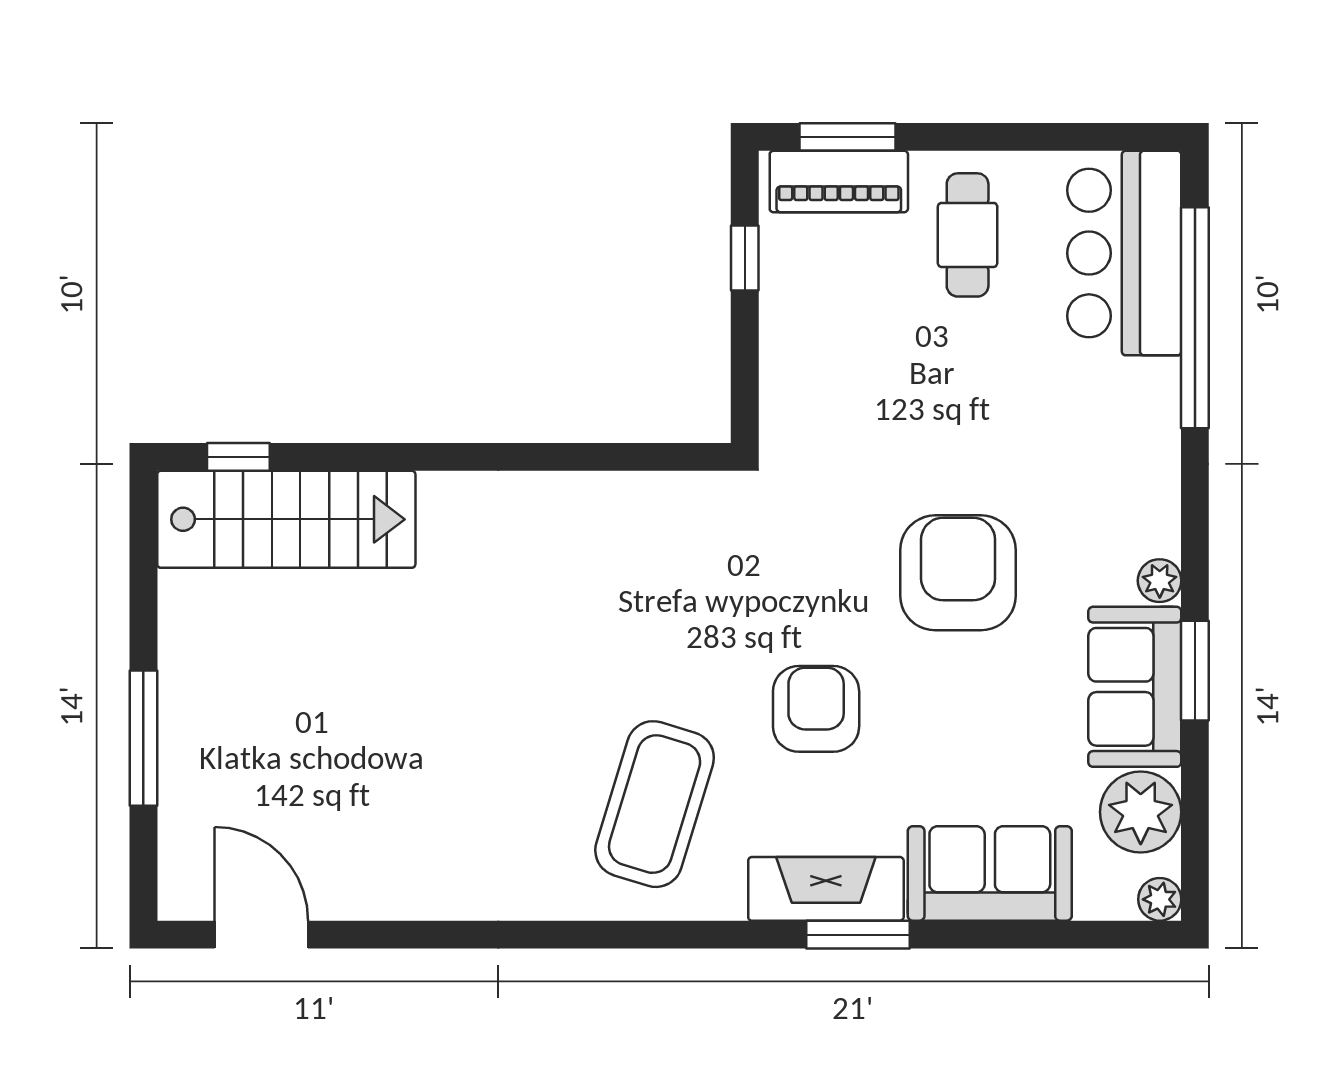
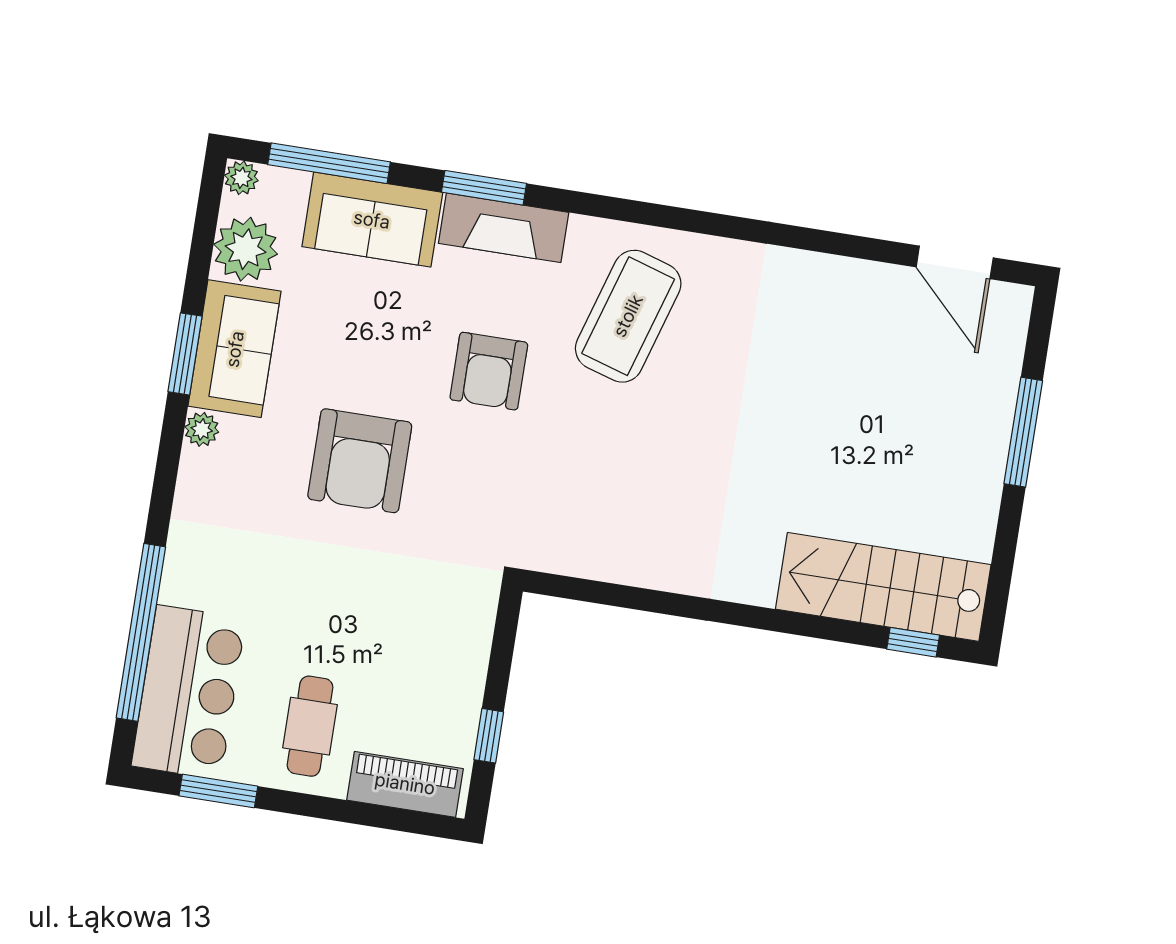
window: (848, 137) -> (218, 791), moved
window: (1054, 935) -> (329, 163), added

